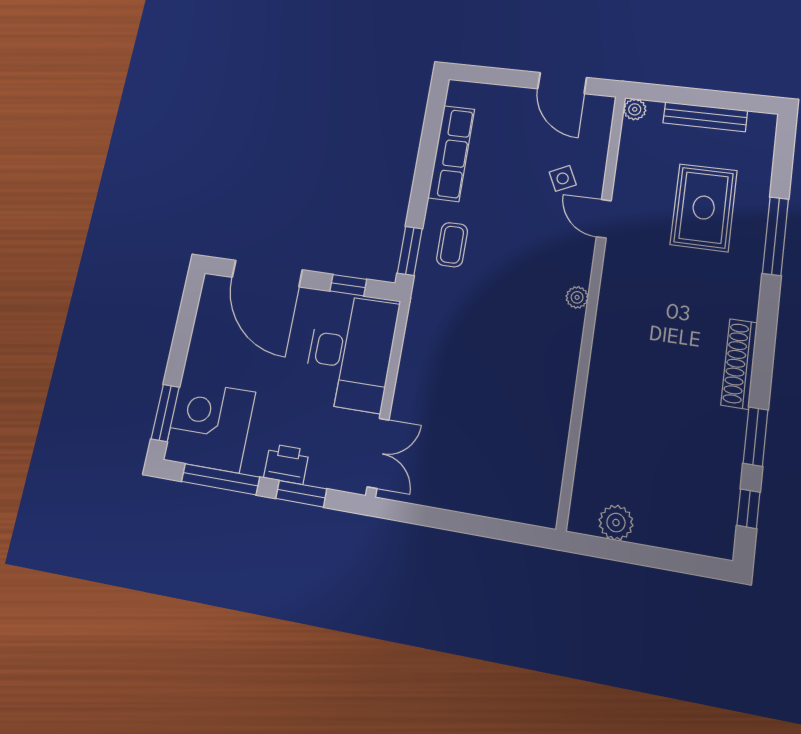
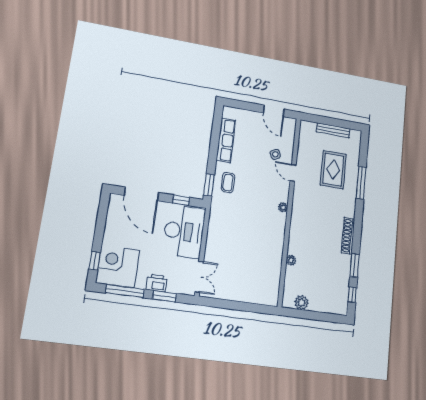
plant: (635, 109) -> (291, 260), moved
window: (165, 413) -> (95, 261), width x0.67

